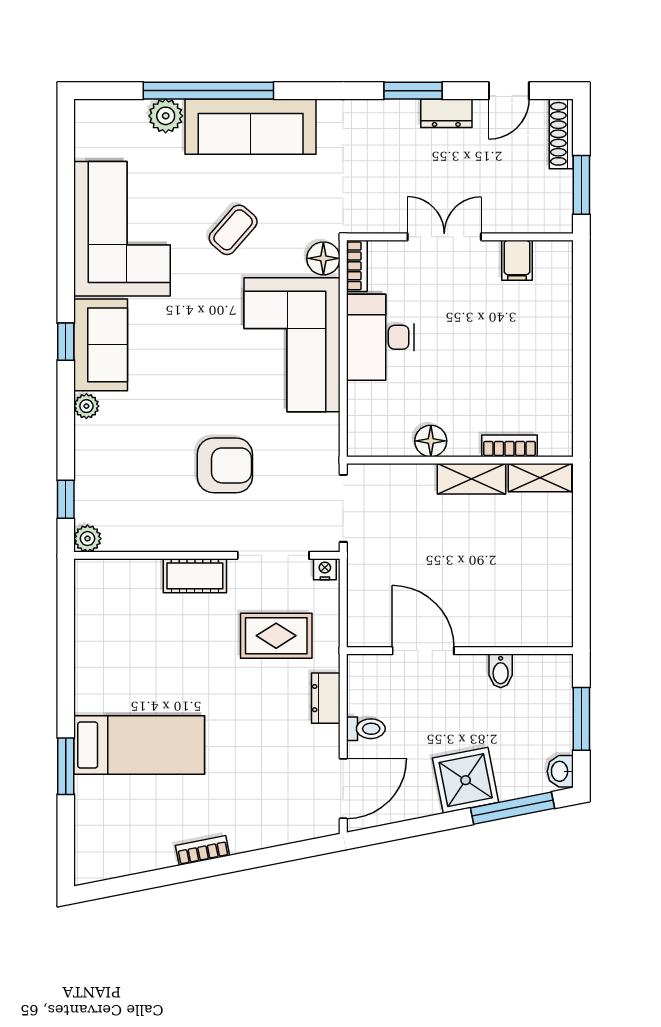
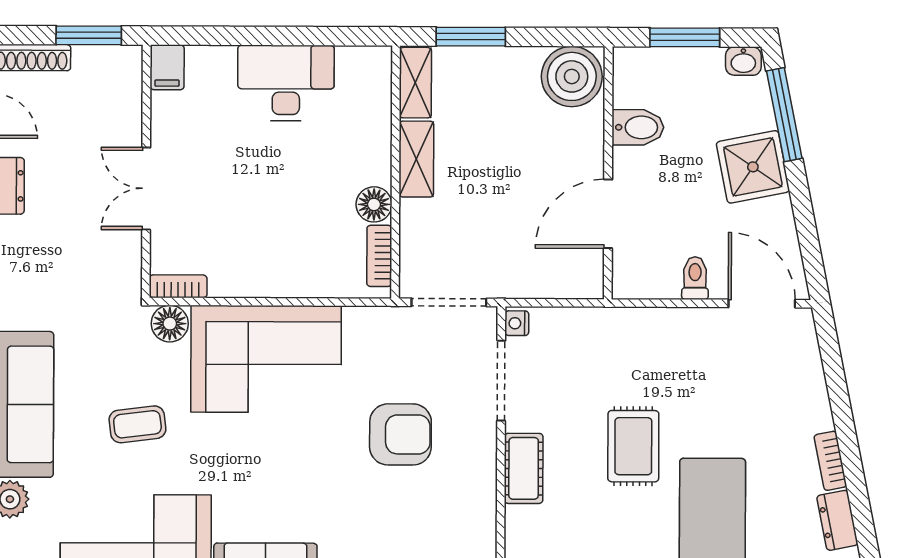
coffee table: (233, 230) -> (137, 424), turned -48
filing cabinet: (517, 260) -> (167, 67), moved, turned 90
desk: (380, 337) -> (286, 83), moved, turned 180
bookcase: (510, 446) -> (379, 256), moved
armchair: (225, 465) -> (400, 434), turned 90
window: (581, 527) -> (471, 37), added
boiler: (546, 618) -> (572, 76), added
rug: (276, 636) -> (633, 446), moved
bidet: (501, 671) -> (638, 127), width x1.38, depth x1.36
dresser: (326, 698) -> (837, 520), moved, turned 79

